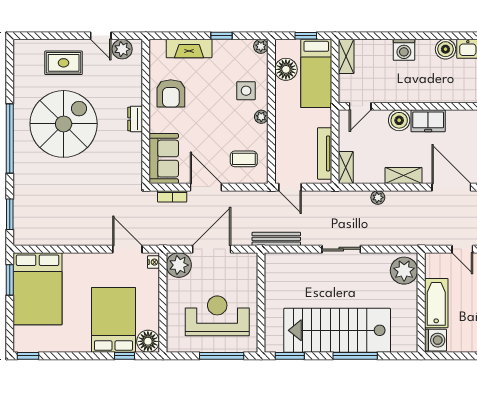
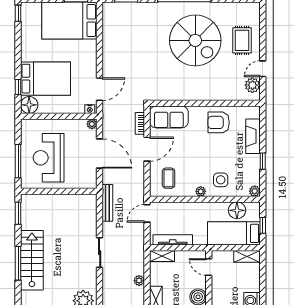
dresser: (135, 119) -> (199, 95), removed
plant: (179, 265) -> (92, 124), width x0.53, depth x0.53
reception desk: (217, 316) -> (49, 158), turned 180
stairs: (337, 330) -> (32, 260), width x0.73, depth x0.66

